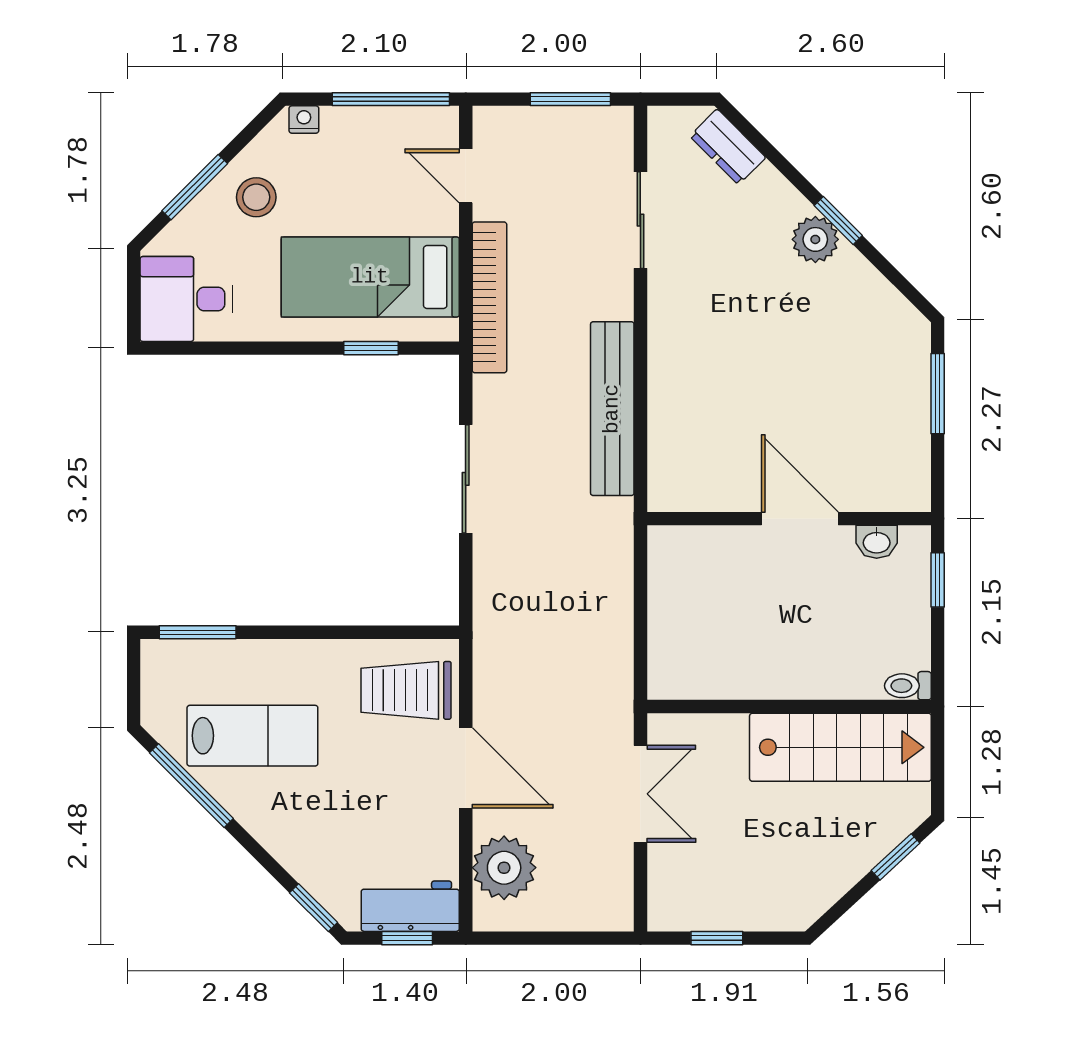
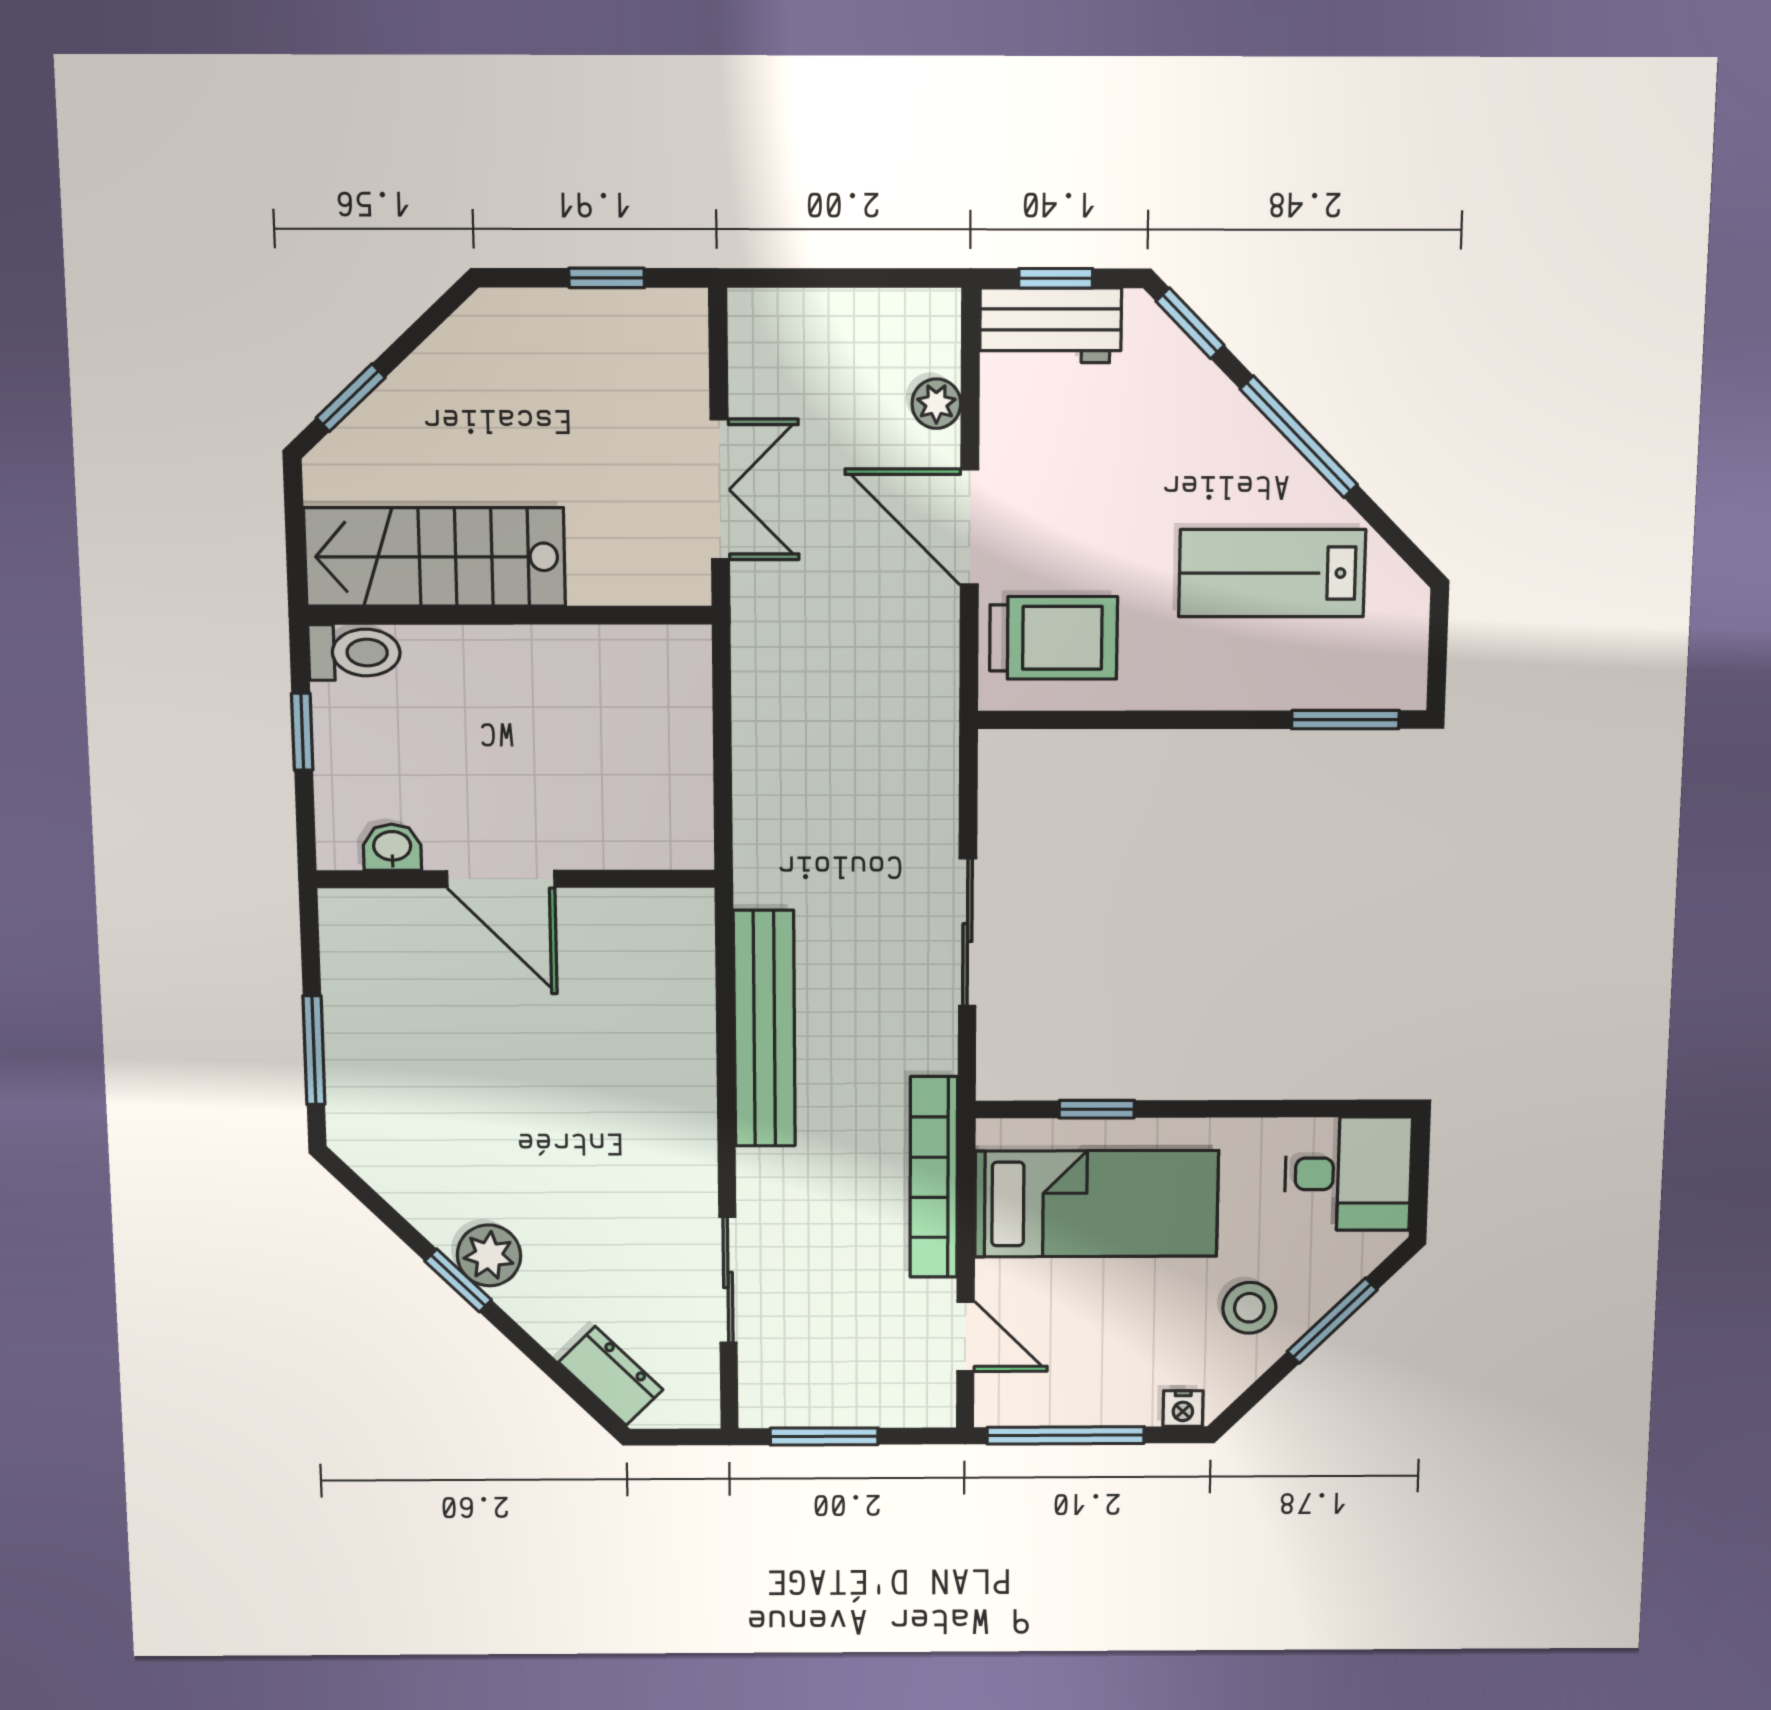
window: (938, 580) -> (302, 732), moved
toilet: (908, 686) -> (354, 653), width x1.37, depth x1.39
window: (191, 786) -> (1299, 437), moved
double door: (640, 794) -> (720, 490), swing flipped
plant: (504, 868) -> (936, 404), width x0.53, depth x0.53

